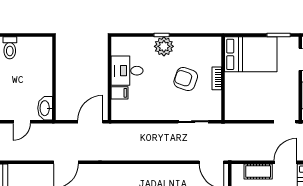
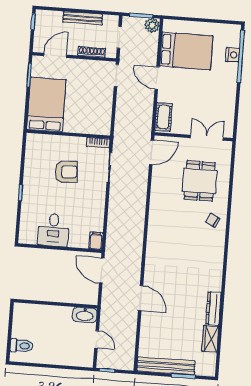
plant: (164, 46) -> (32, 191), removed
bookcase: (217, 78) -> (98, 143), moved
armchair: (186, 79) -> (66, 172), turned -113
filing cabinet: (119, 93) -> (96, 241), moved
cot: (258, 171) -> (164, 117), moved

